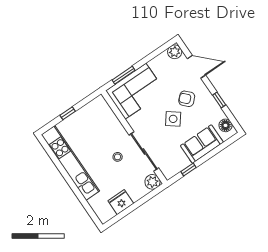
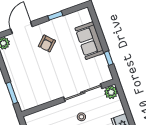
corner sofa: (136, 91) -> (29, 86), removed
side table: (173, 119) -> (61, 60), removed
floor lamp: (225, 125) -> (79, 16), removed

